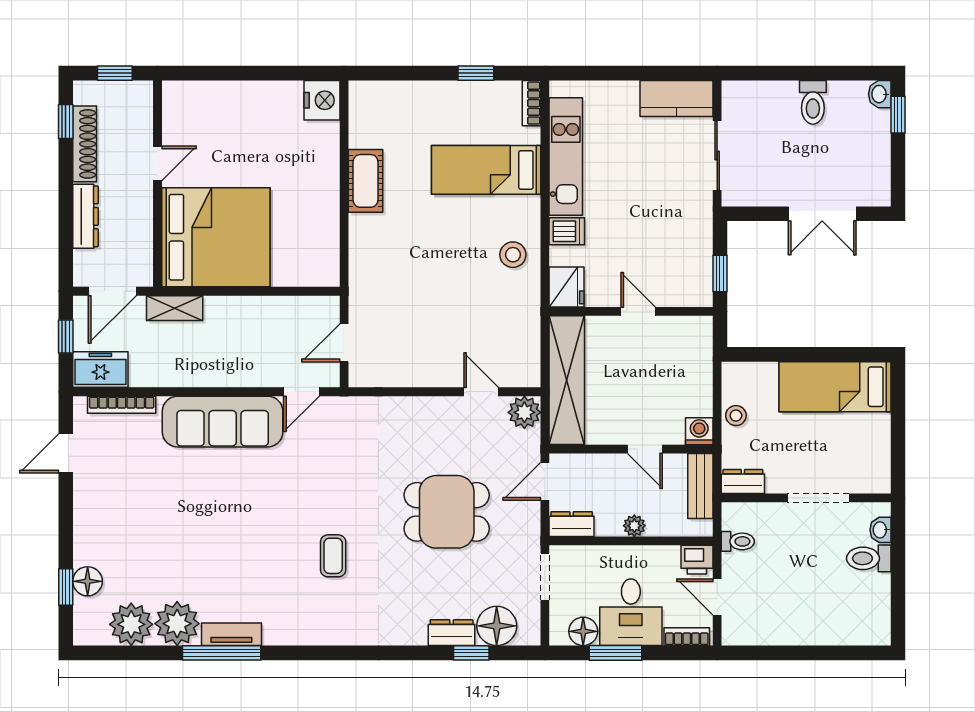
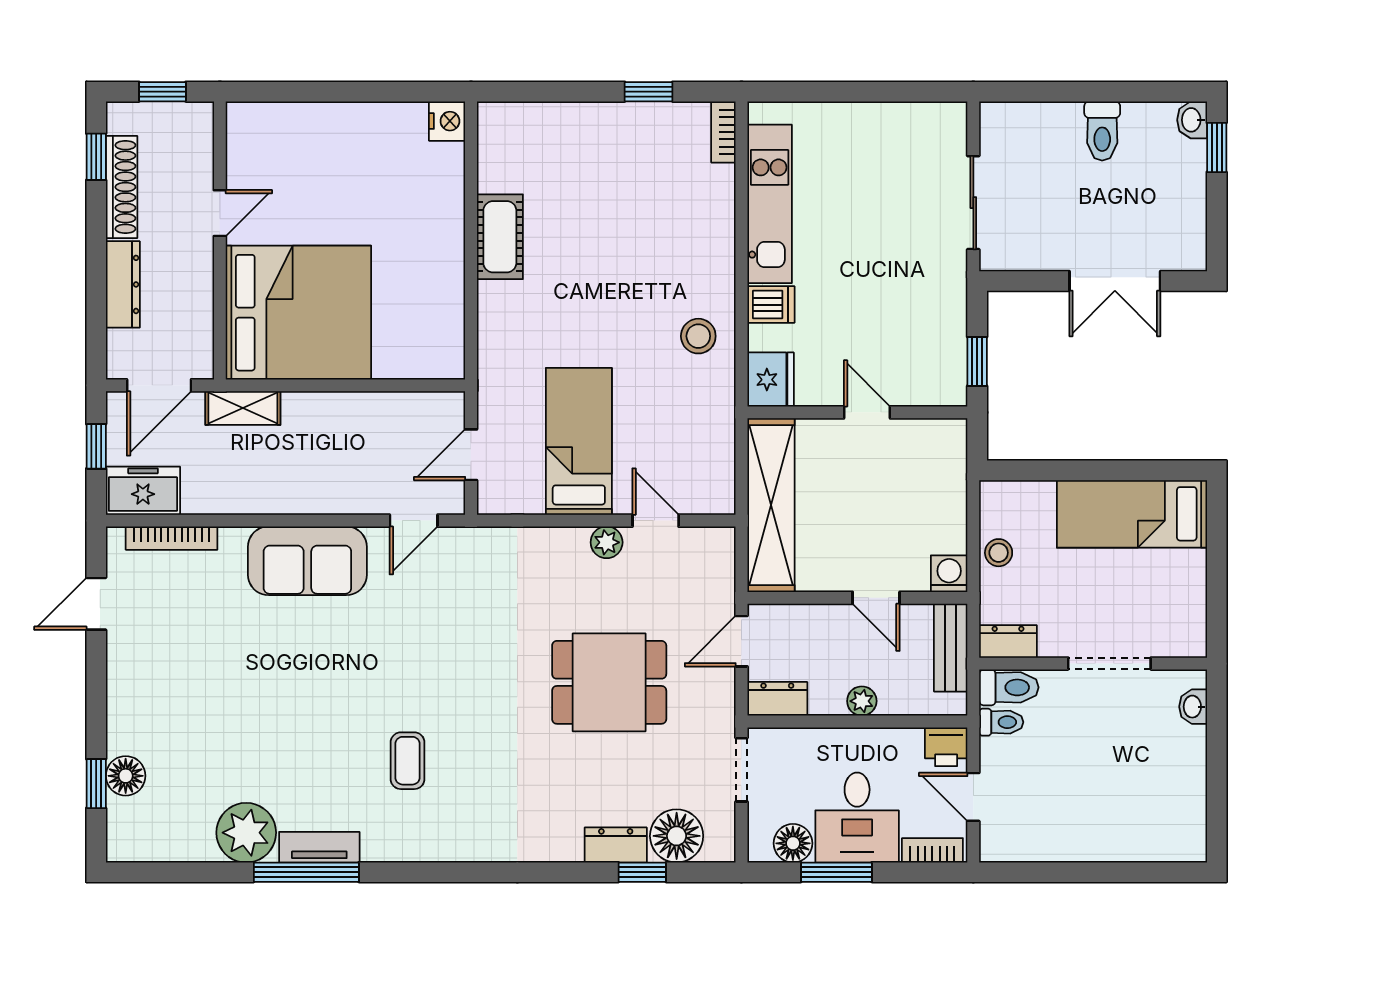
kitchen counter: (676, 99) -> (919, 126), removed
nightstand: (322, 100) -> (447, 121), width x0.74, depth x0.75
bed: (486, 170) -> (579, 441), moved, turned 90
plant: (524, 412) -> (607, 542), moved, width x0.73, depth x0.73
sofa: (223, 422) -> (307, 561), width x0.73
coffee table: (333, 556) -> (408, 761), moved
toilet: (869, 558) -> (1009, 687), moved, turned 180
plant: (131, 624) -> (184, 834), removed

